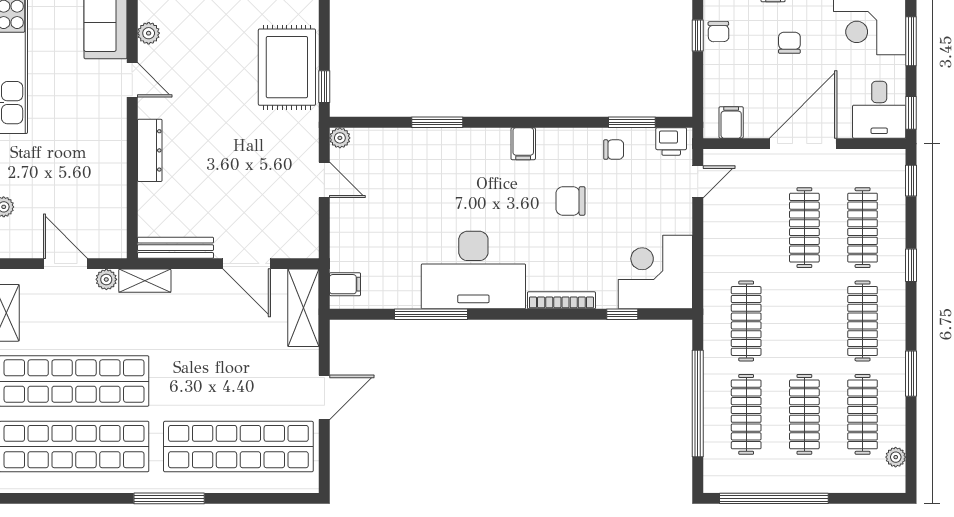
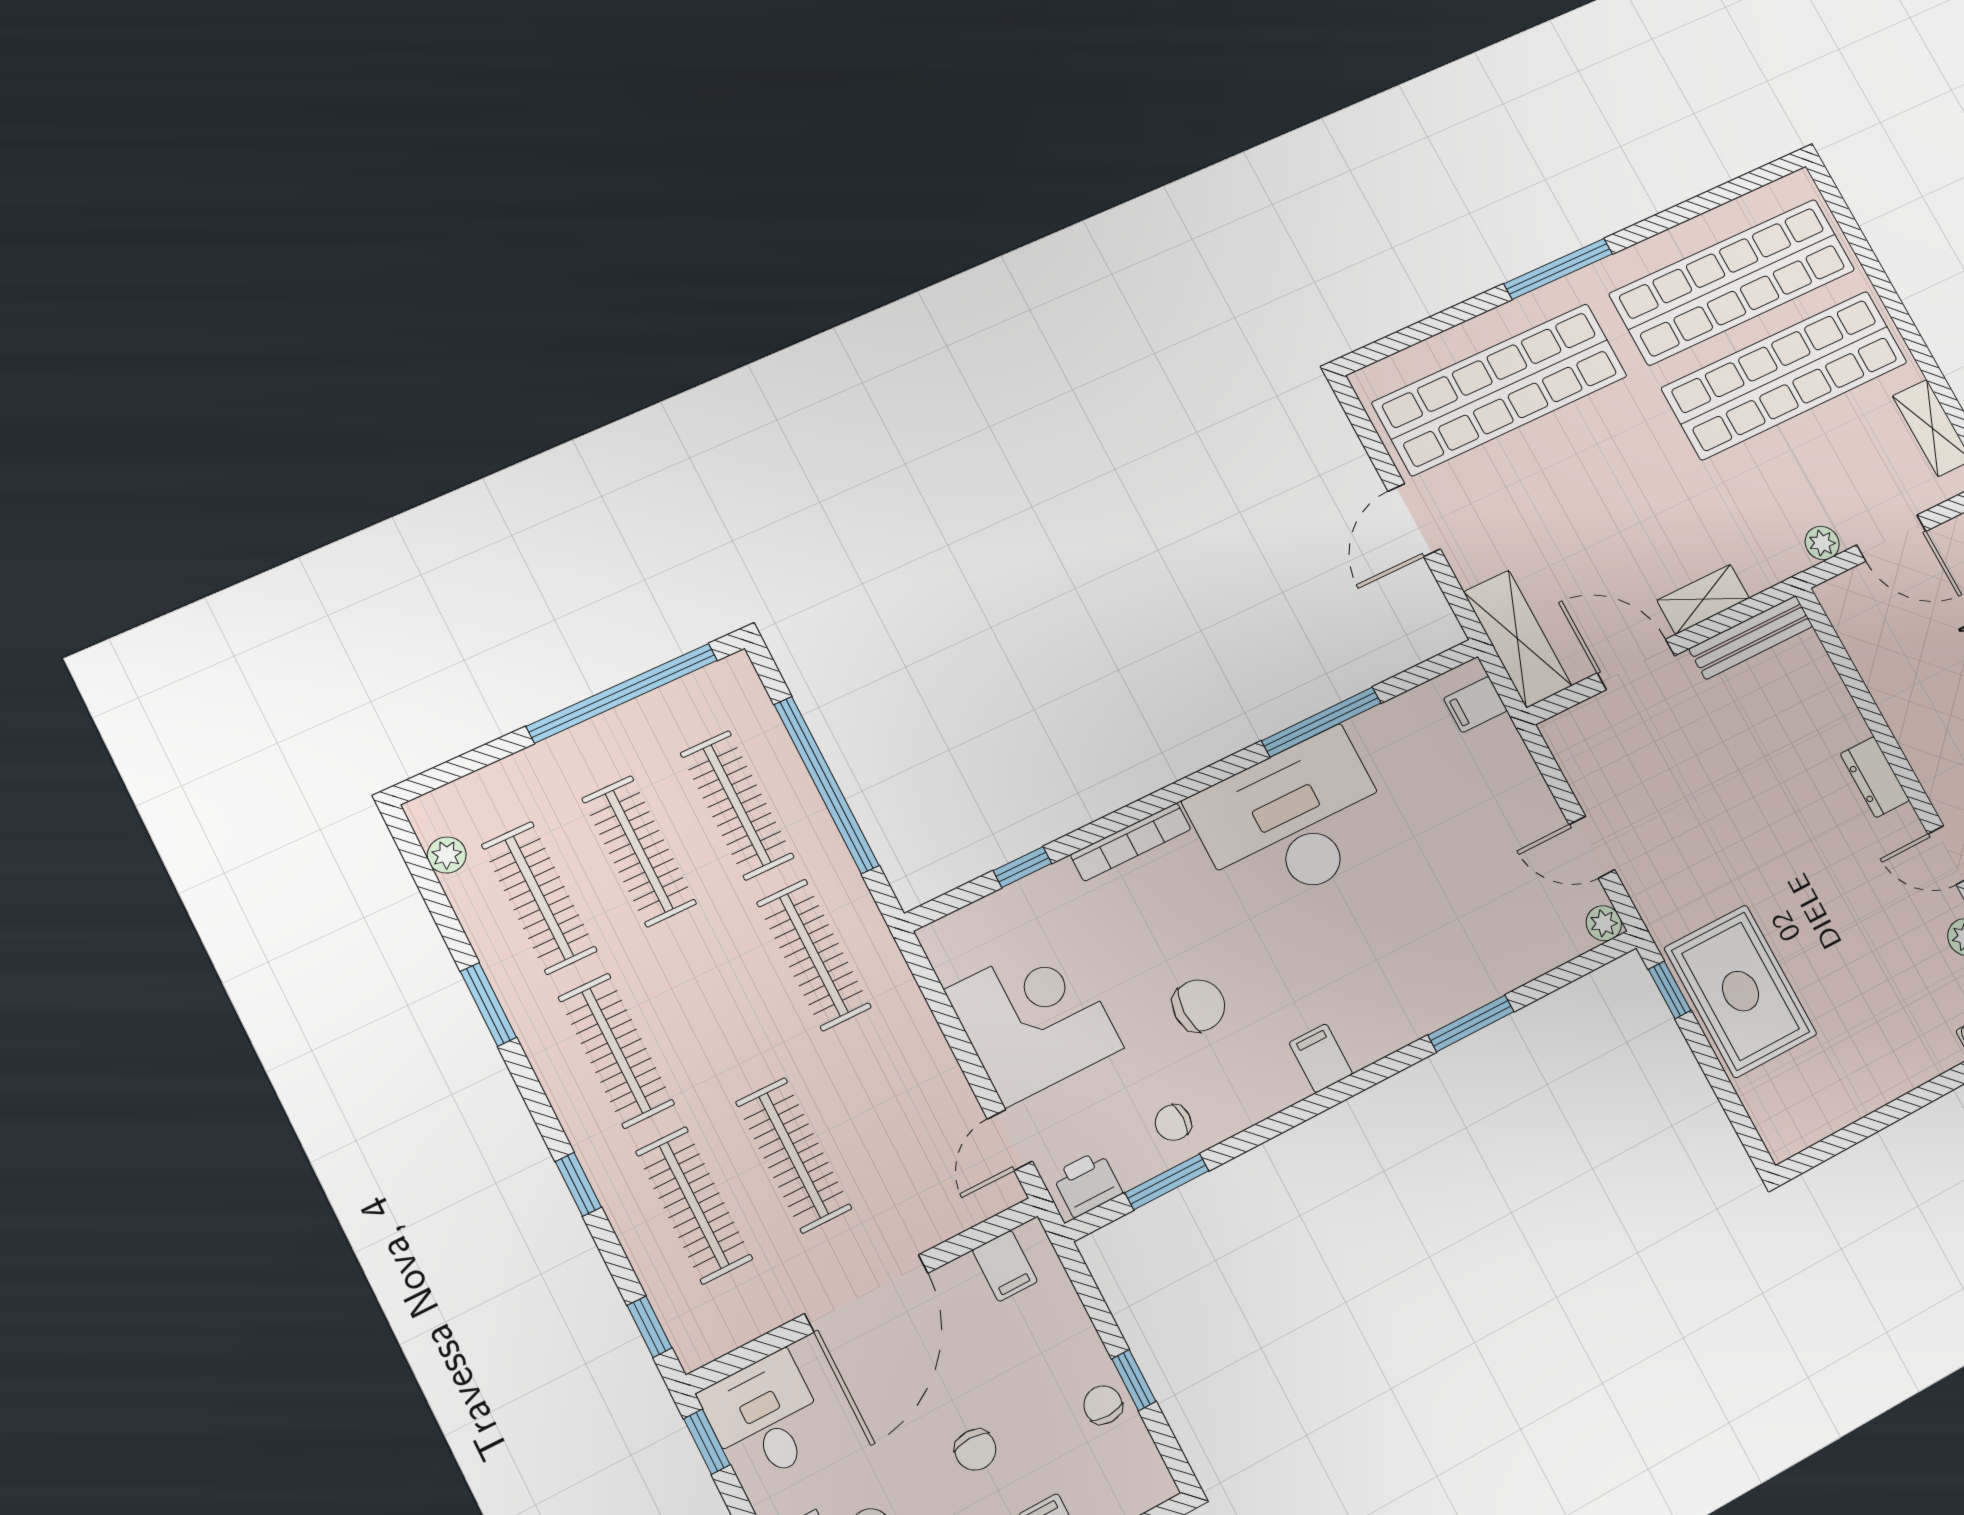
dresser: (150, 150) -> (1875, 777), width x0.70
corner desk: (655, 272) -> (1034, 1019), moved, turned -90
shelving: (145, 281) -> (1703, 599), moved

